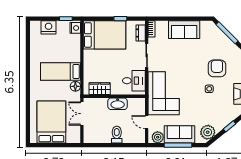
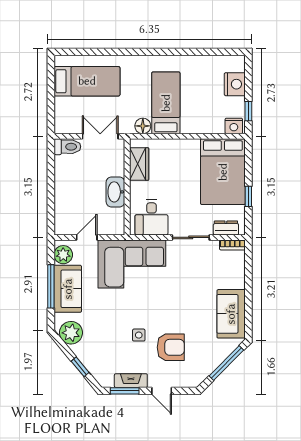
sofa: (184, 30) -> (231, 314), moved
bed: (51, 122) -> (87, 81), width x0.67
toilet: (117, 135) -> (67, 147), moved

